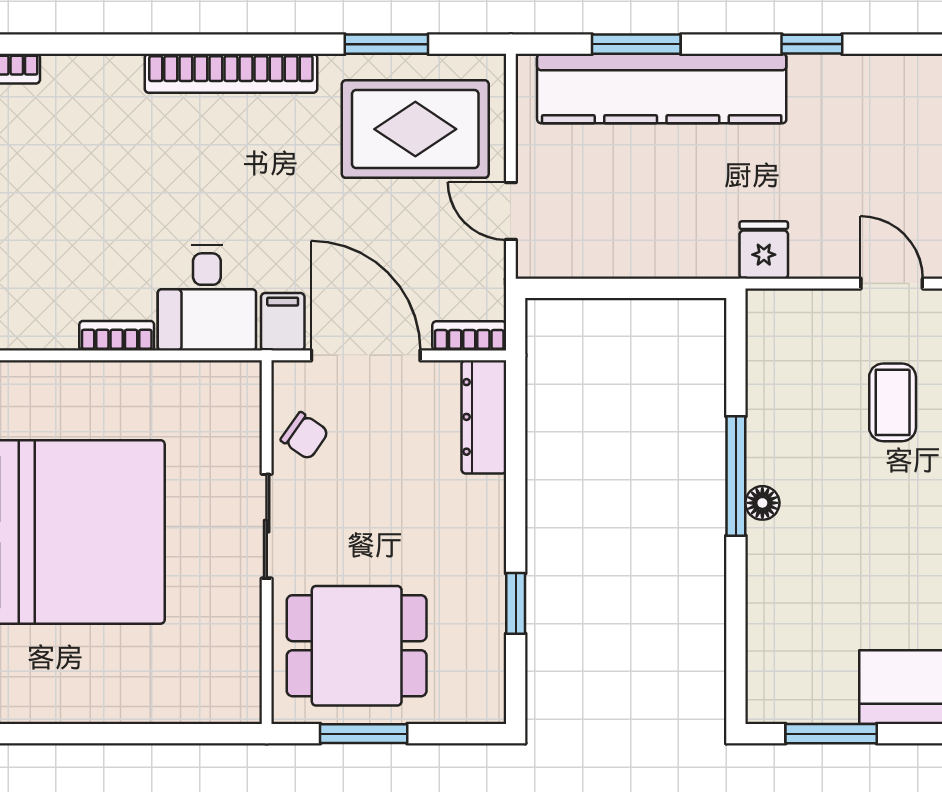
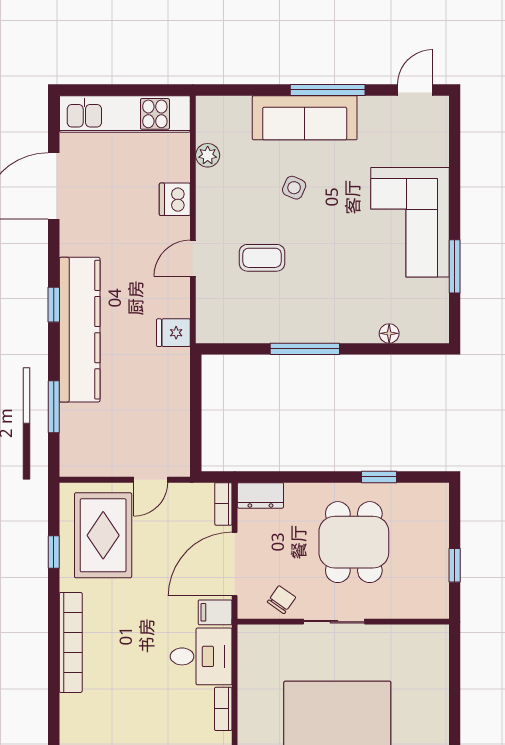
window: (386, 44) -> (54, 552), width x0.67
kitchen counter: (662, 89) -> (80, 330), moved
dresser: (484, 417) -> (260, 495), width x0.70
floor lamp: (762, 503) -> (389, 333), moved
dining table: (357, 646) -> (354, 542), moved
window: (364, 734) -> (455, 565), width x0.67
window: (831, 734) -> (455, 266), moved

